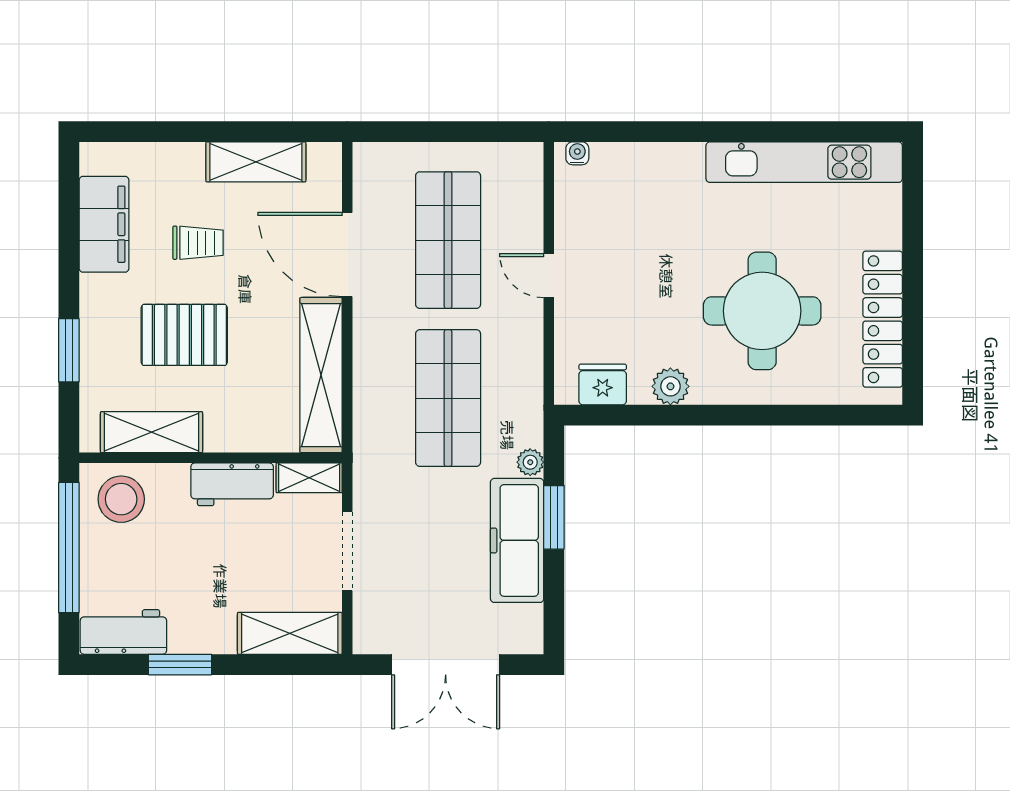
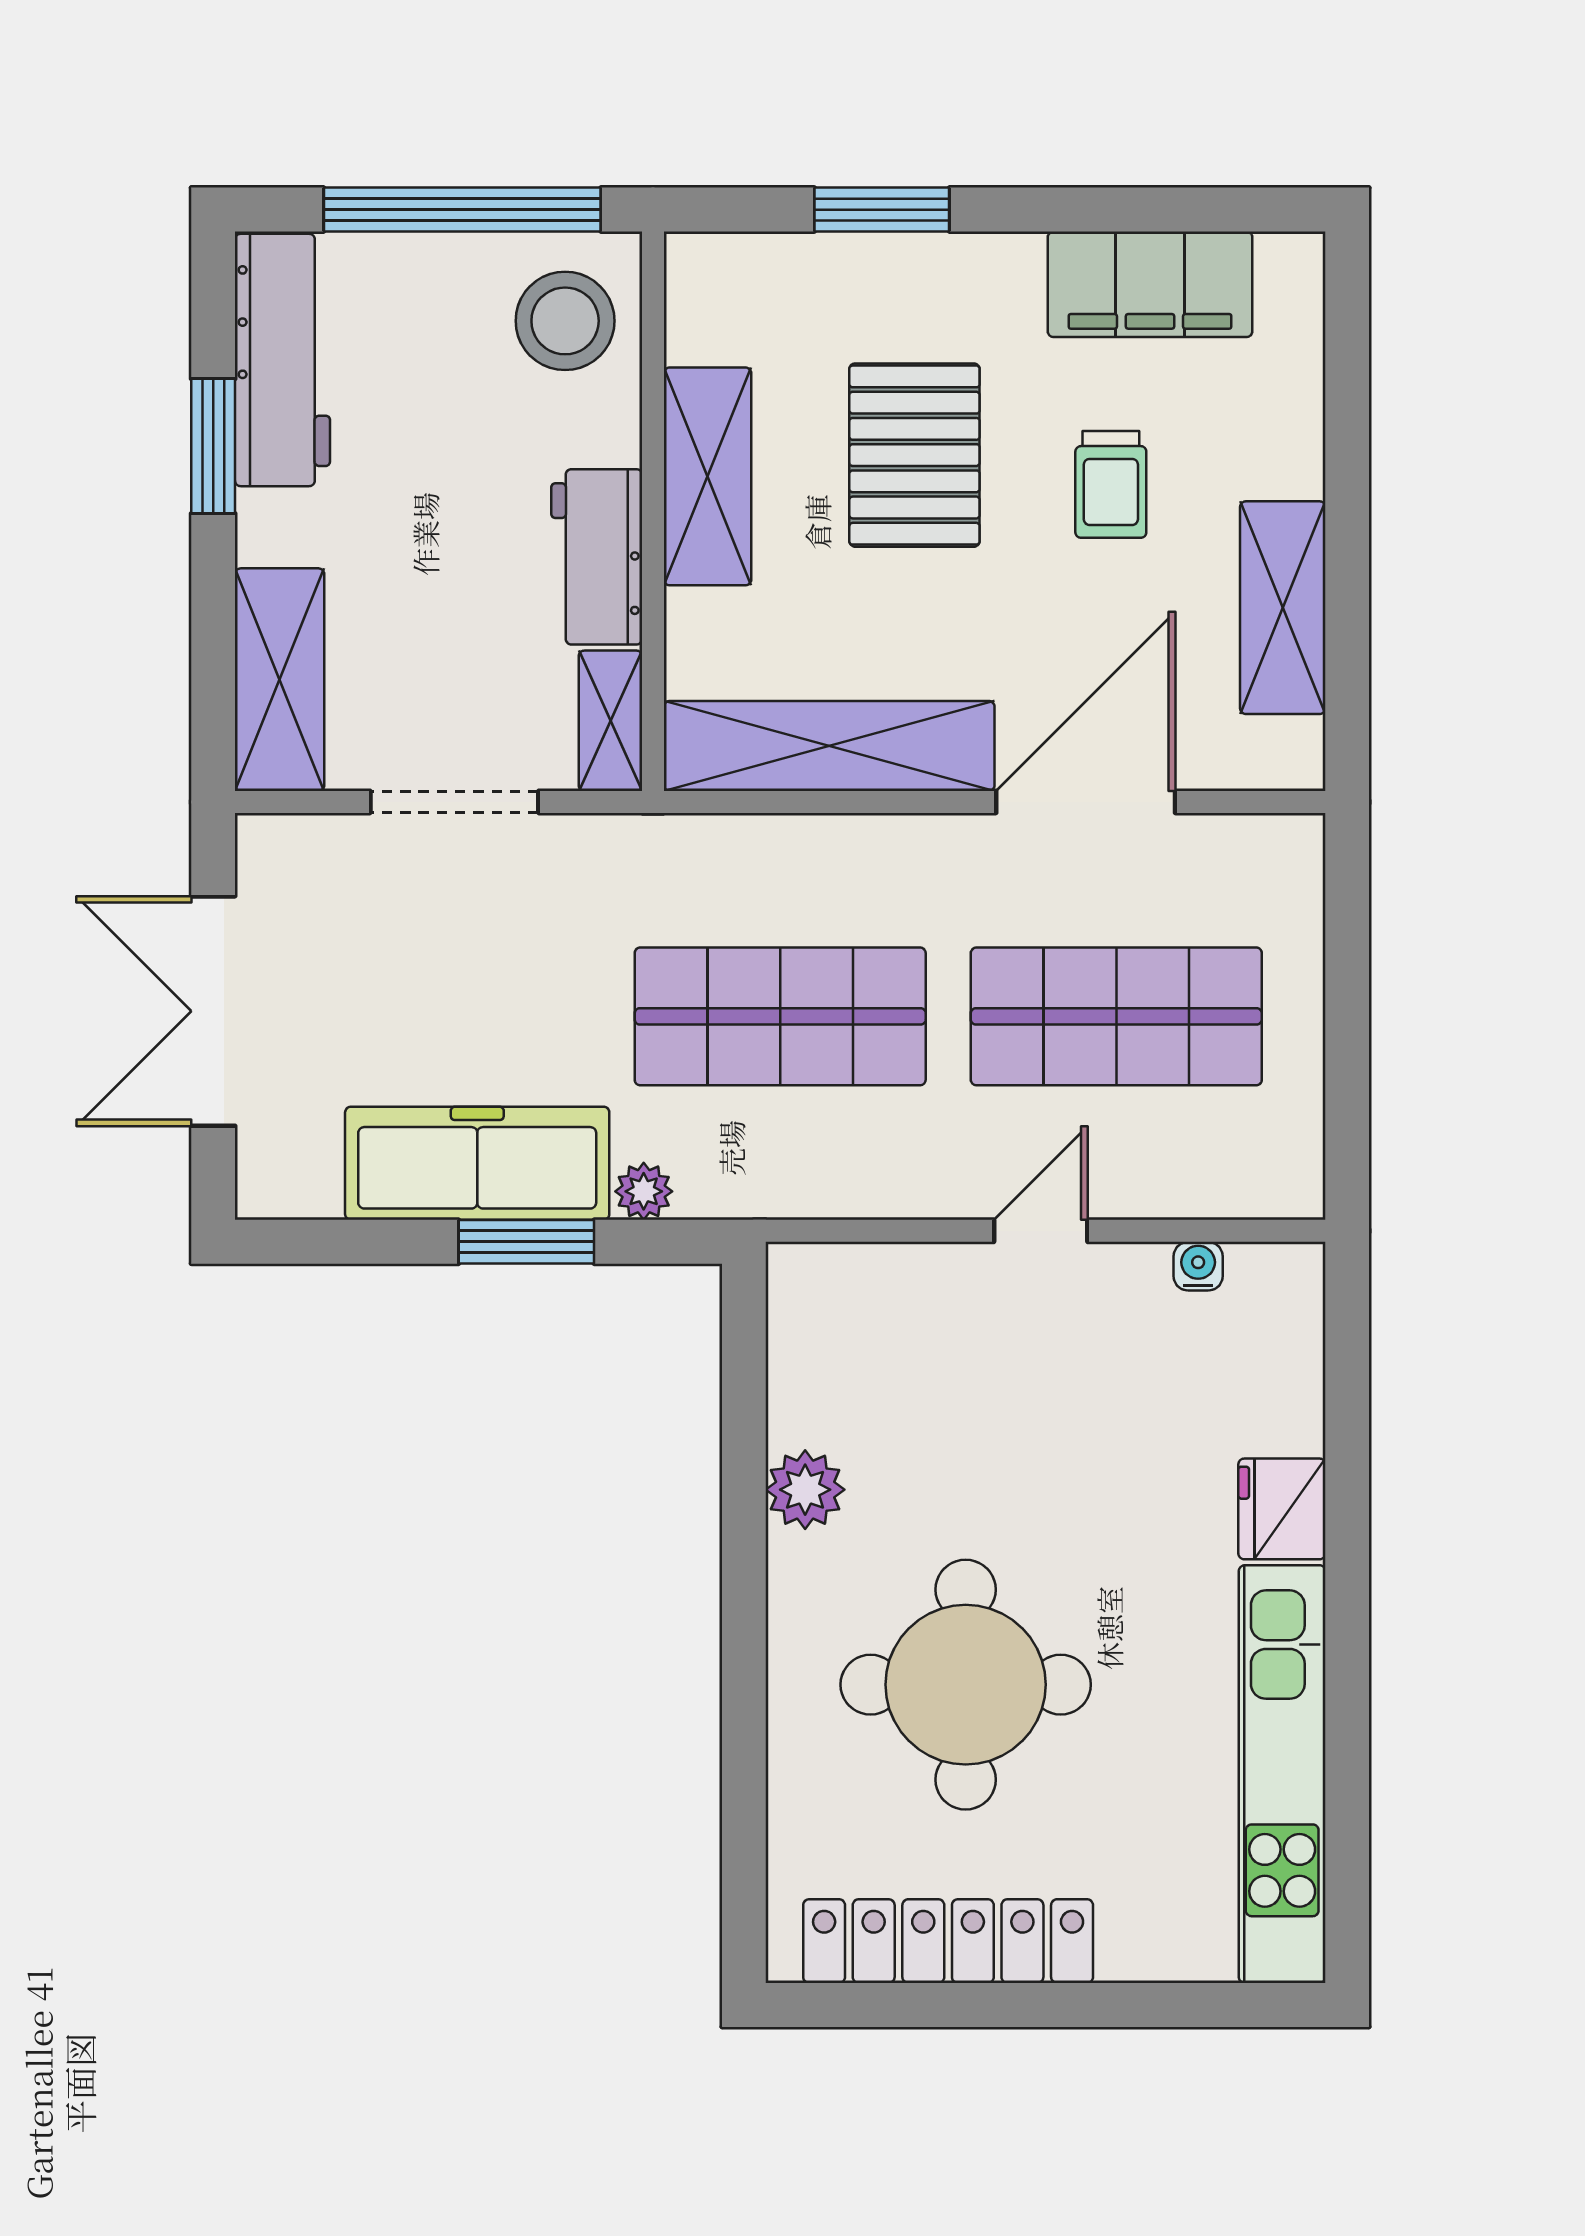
water cooler: (577, 153) -> (1198, 1266), moved, turned -90
fridge: (603, 384) -> (1282, 1509), moved, turned 180
shelving: (152, 432) -> (707, 476), moved
workbench: (123, 632) -> (282, 360), width x1.37

